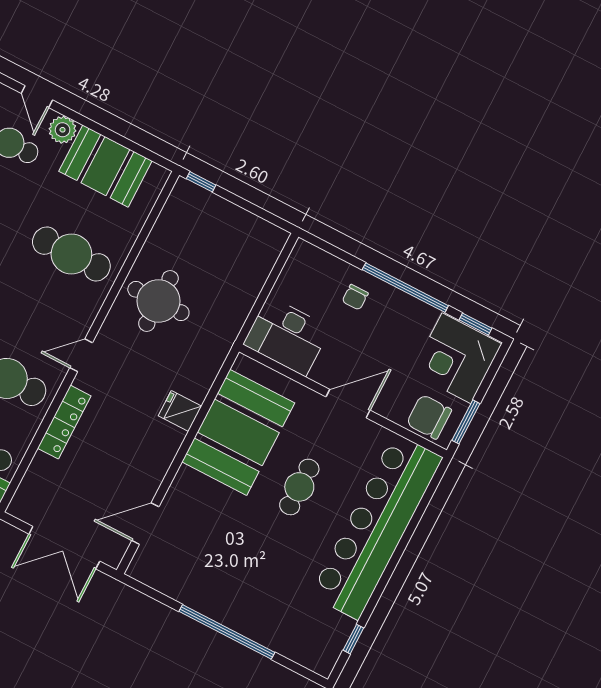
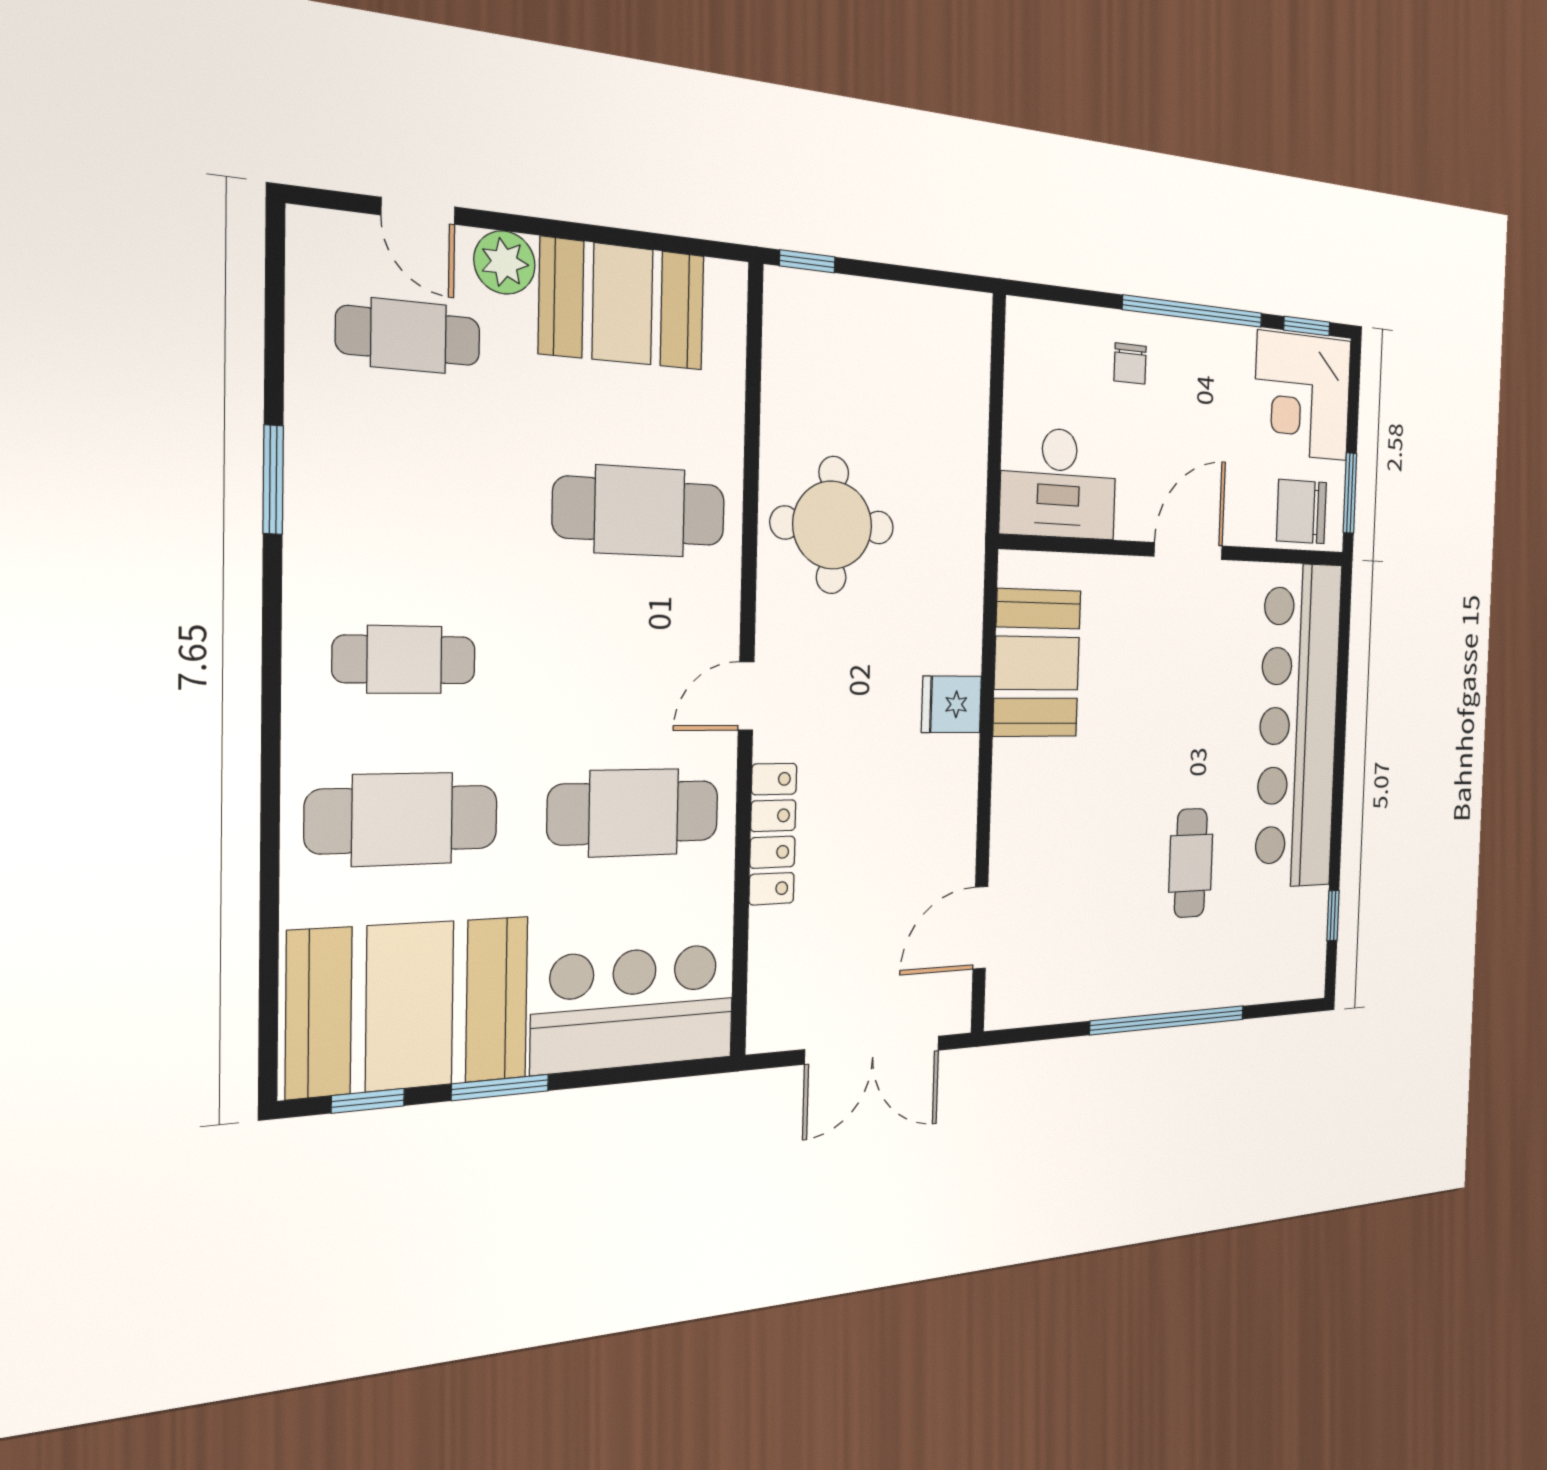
booth: (238, 432) -> (1037, 663), width x0.73, depth x0.70
cafe table: (299, 487) -> (1191, 863), moved

